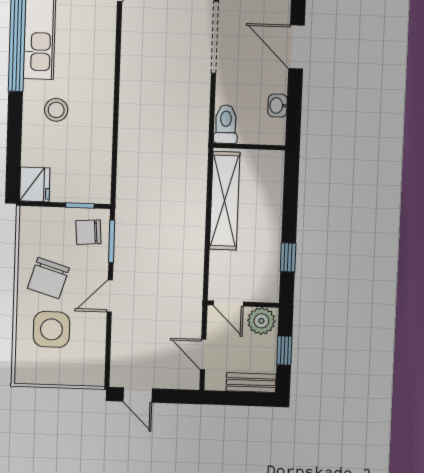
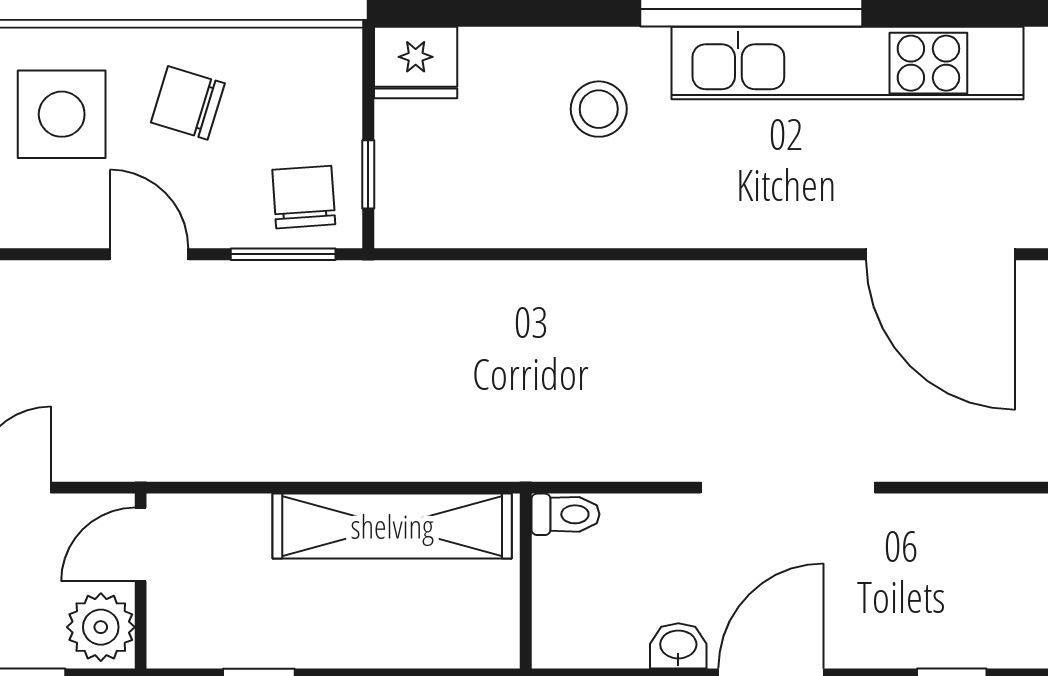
washbasin: (278, 106) -> (678, 646), moved
toilet: (226, 124) -> (565, 514), width x0.73, depth x0.72
chair: (48, 278) -> (188, 103), width x0.73, depth x0.73

